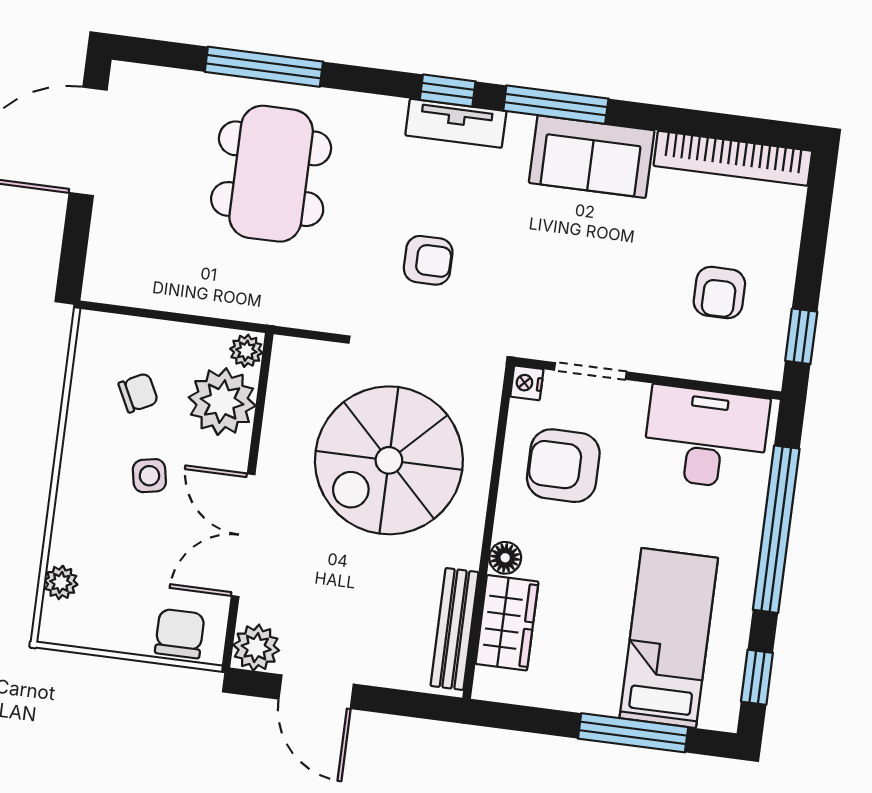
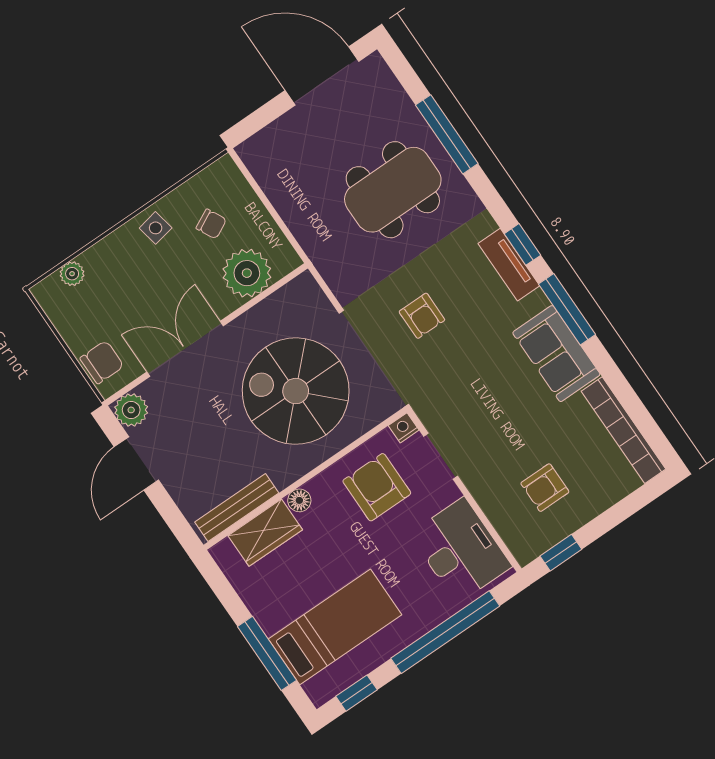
plant: (246, 351) -> (286, 262), removed
side table: (149, 476) -> (156, 228), moved

